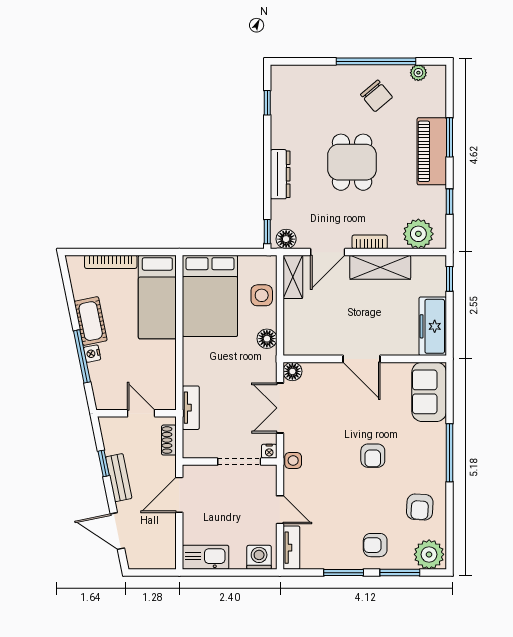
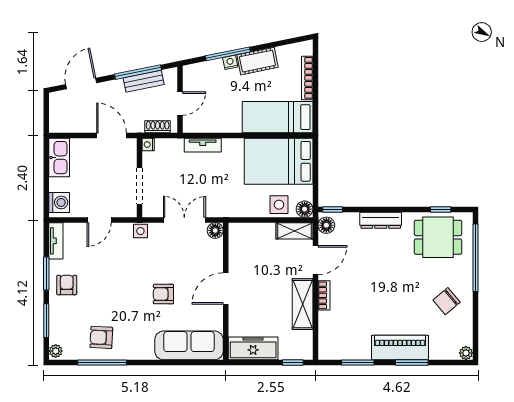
window: (376, 61) -> (475, 258), moved
plant: (418, 73) -> (466, 353), moved
dining table: (352, 162) -> (438, 237), moved
window: (450, 202) -> (358, 362), width x1.50
plant: (418, 234) -> (331, 336), removed
door: (328, 252) -> (315, 260), swing flipped
floor lamp: (267, 339) -> (305, 209), moved
sofa: (429, 392) -> (189, 345), width x1.36
tv unit: (191, 408) -> (203, 145), moved
nightstand: (269, 451) -> (148, 145), moved
window: (450, 453) -> (102, 362), moved
armchair: (373, 456) -> (163, 294), moved
window: (104, 463) -> (138, 72), width x2.17
bench: (119, 478) -> (144, 81), moved
armchair: (375, 545) -> (67, 285), moved
tv unit: (291, 548) -> (56, 241), moved, turned -90
plant: (429, 554) -> (56, 351), width x0.53, depth x0.53

